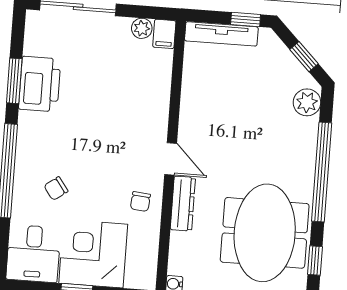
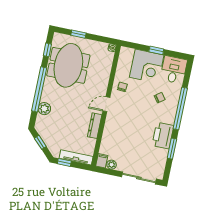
printer: (40, 84) -> (163, 136), moved
plant: (307, 102) -> (44, 109), moved
door: (171, 159) -> (106, 104), hinge flipped
dresser: (183, 204) -> (95, 126), moved

